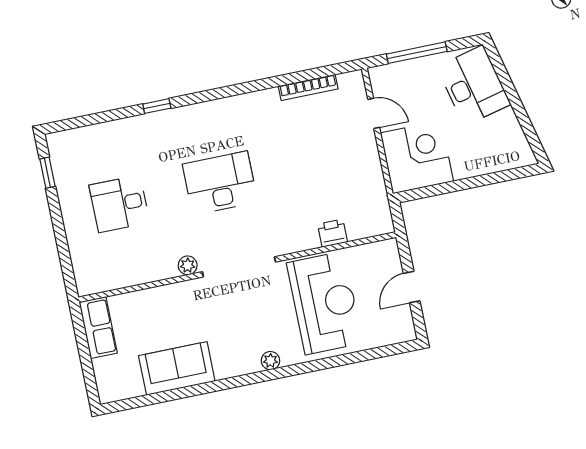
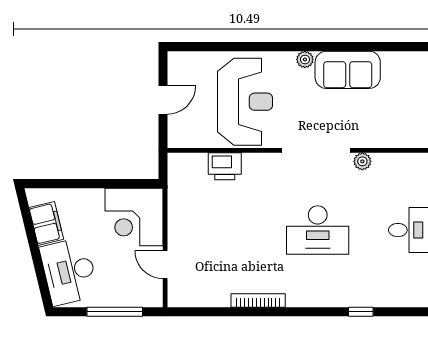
bookcase: (308, 87) -> (258, 300), moved
filing cabinet: (508, 131) -> (46, 223), added
printer: (333, 233) -> (225, 166), width x1.36, depth x1.24
reception desk: (325, 303) -> (245, 102), turned 180
sofa: (177, 368) -> (348, 70), moved

